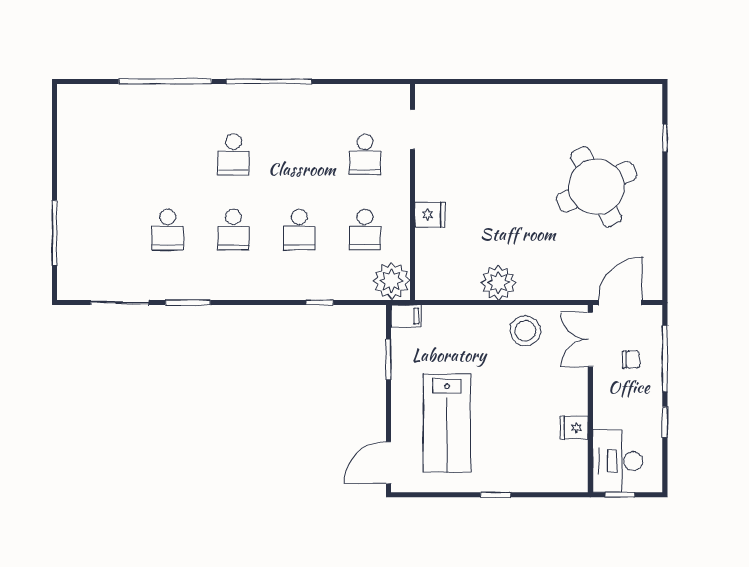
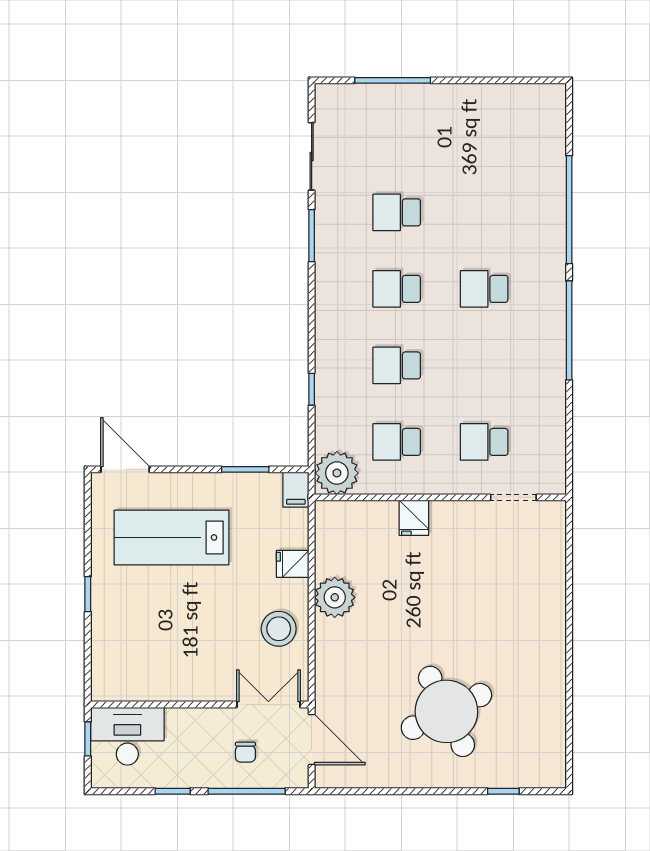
fridge: (574, 428) -> (293, 564), moved, turned -90

